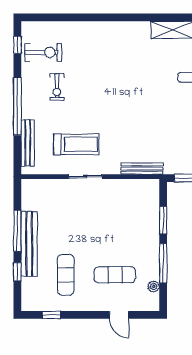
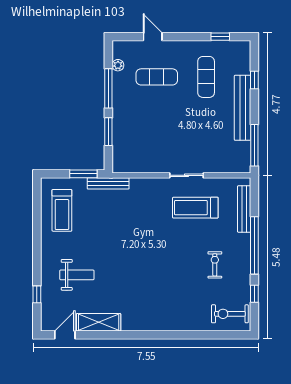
window: (17, 45) -> (254, 294), moved
exercise bike: (43, 52) -> (230, 314), moved
bench: (142, 169) -> (108, 183), moved
window: (17, 231) -> (254, 145), moved

